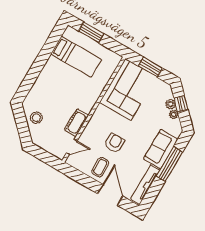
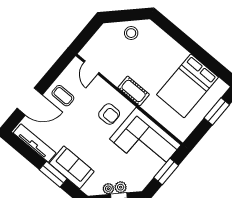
bed: (76, 57) -> (188, 86), width x1.50
cot: (77, 123) -> (134, 91), moved
armchair: (114, 143) -> (109, 114), moved
window: (169, 164) -> (53, 174), width x0.69

